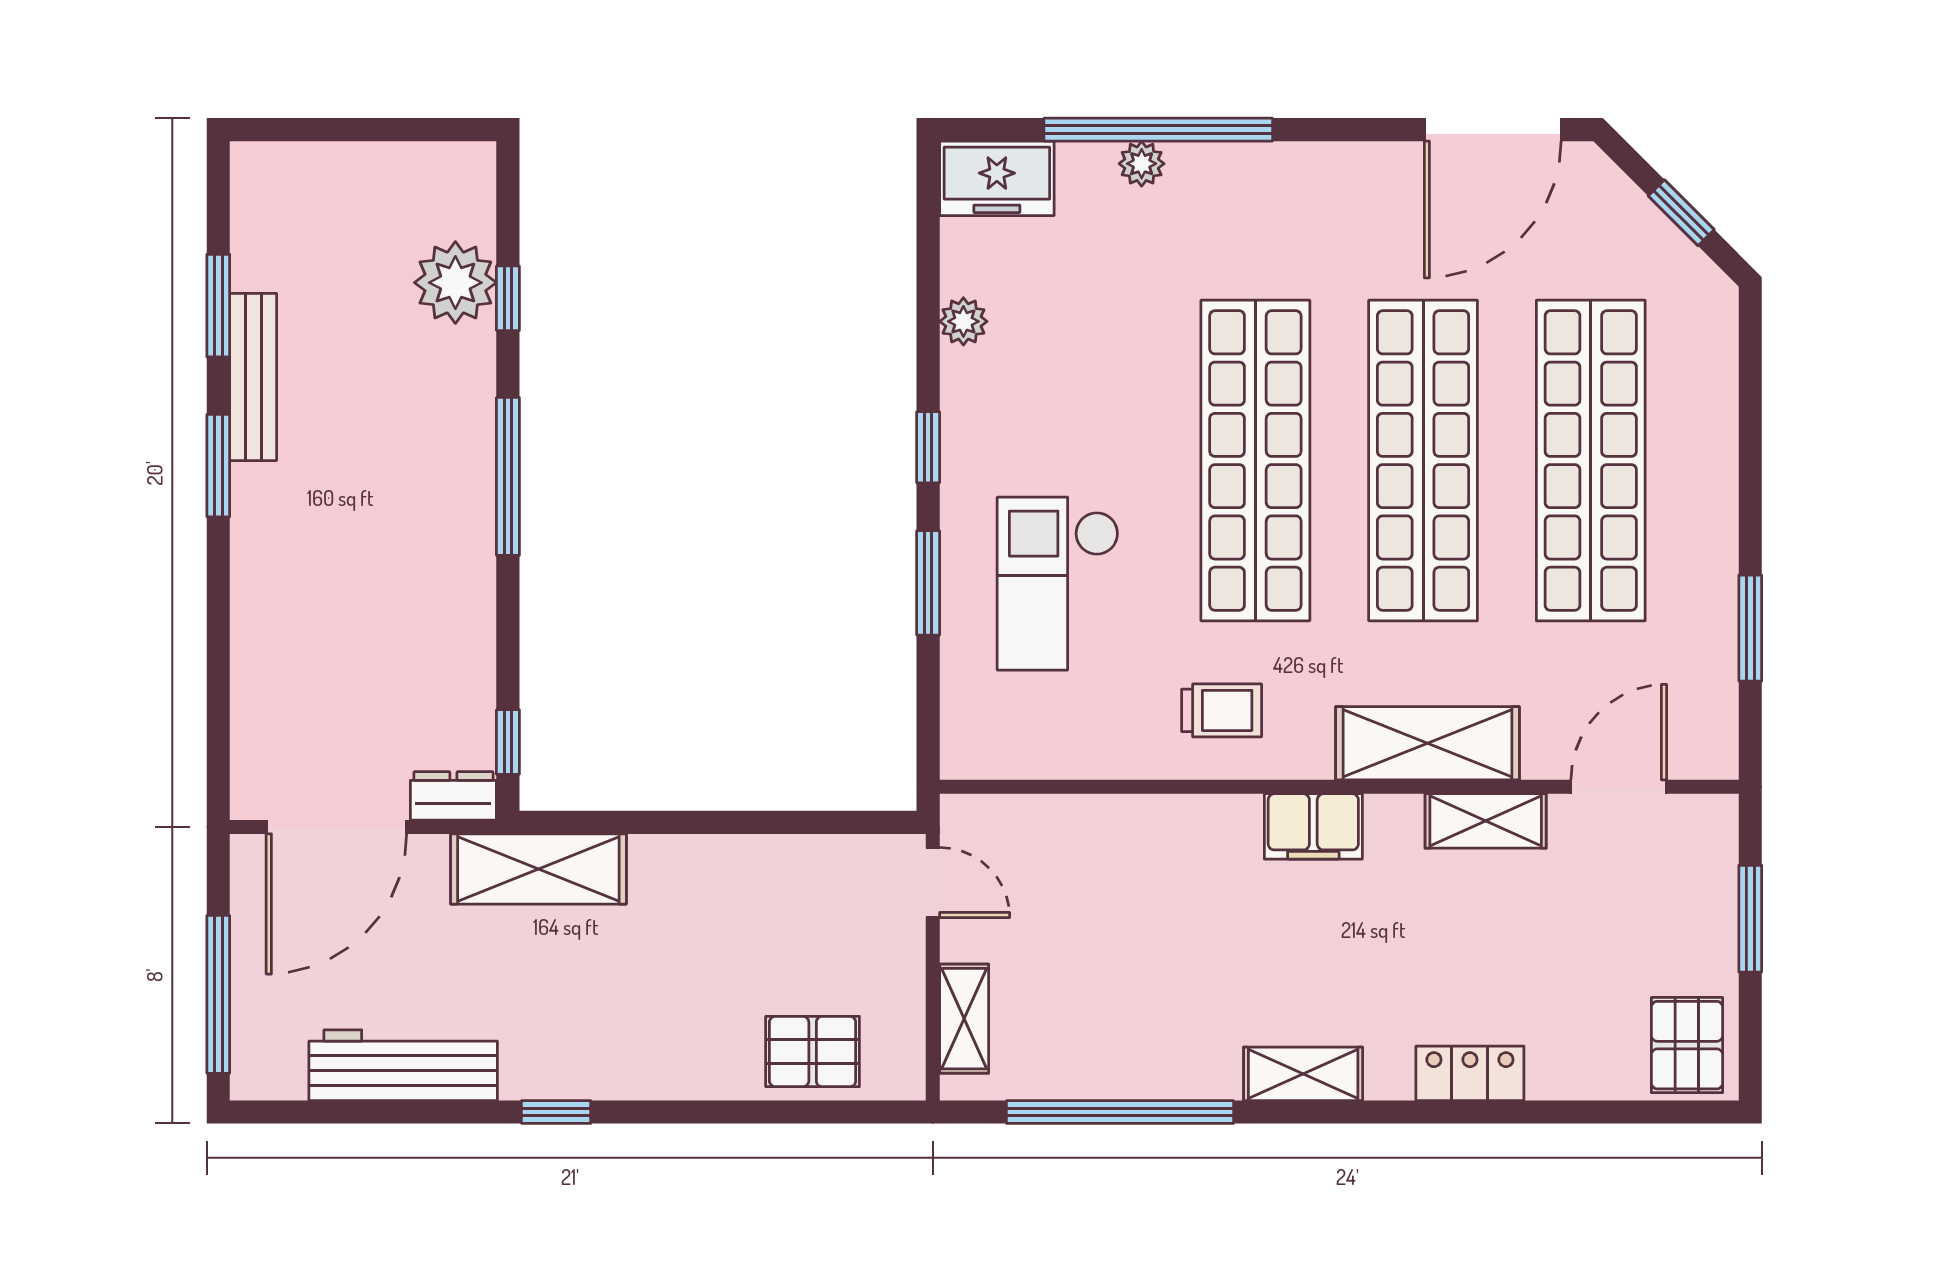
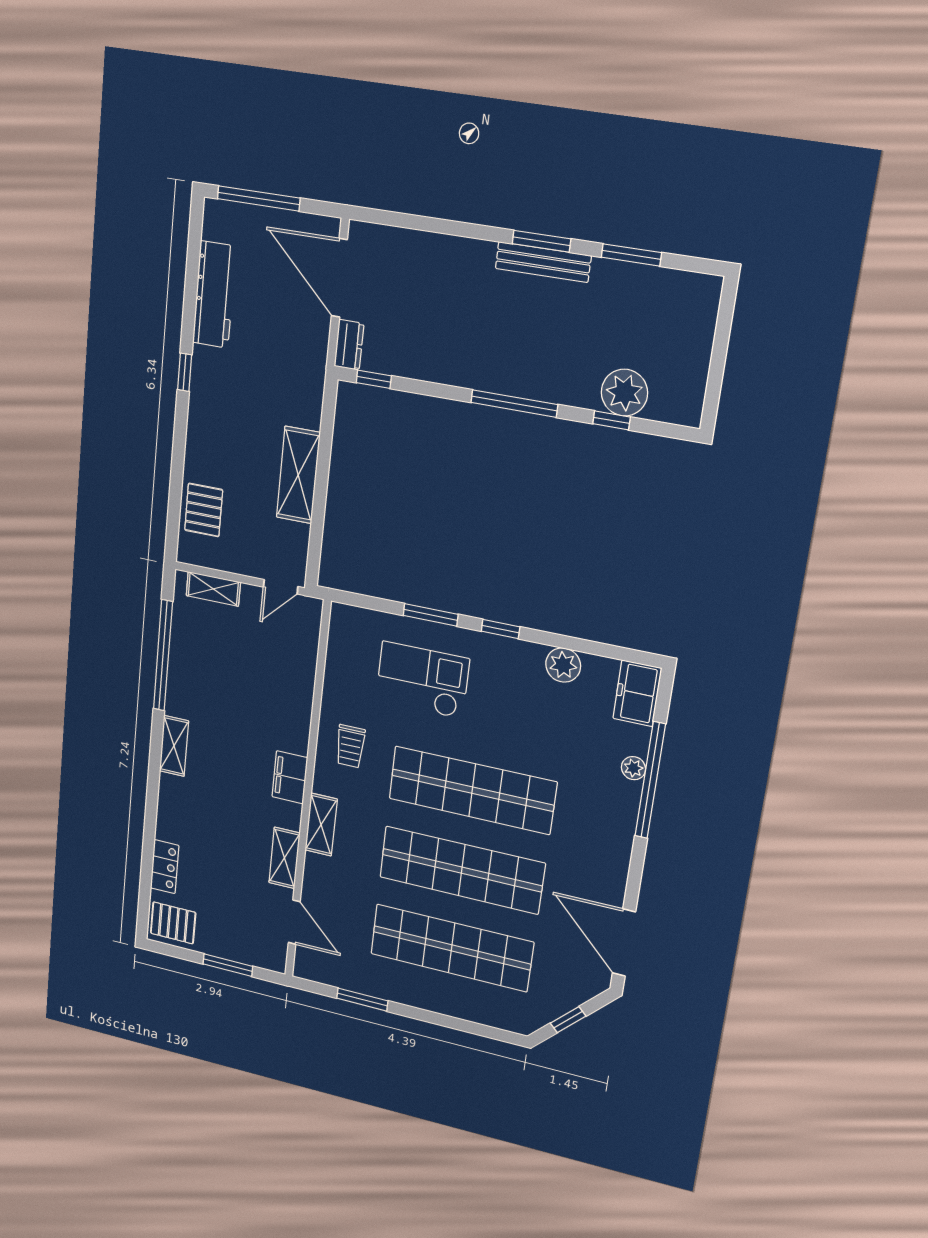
plant: (963, 321) -> (563, 665), width x1.38, depth x1.38
bench: (253, 377) -> (543, 262), moved
shelving: (1427, 743) -> (321, 825), width x0.67, depth x0.75
shelving: (538, 869) -> (298, 475), moved
locker: (1470, 1073) -> (165, 867), moved

